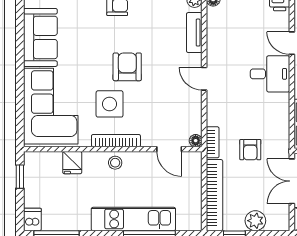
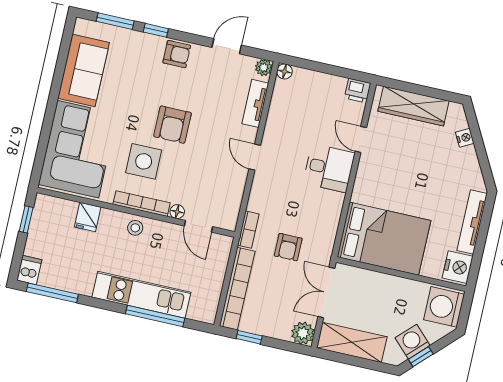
armchair: (127, 67) -> (173, 125), turned 180
floor lamp: (196, 141) -> (177, 212), moved
plant: (255, 221) -> (303, 333), moved

